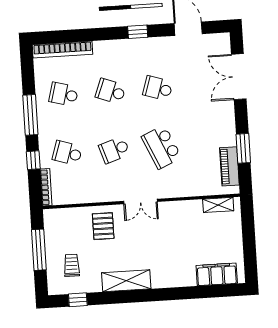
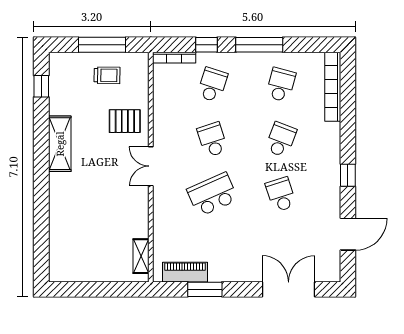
school desk: (158, 88) -> (281, 194), turned -36
trolley: (72, 265) -> (107, 75), moved
filing cabinet: (217, 274) -> (61, 249), removed

